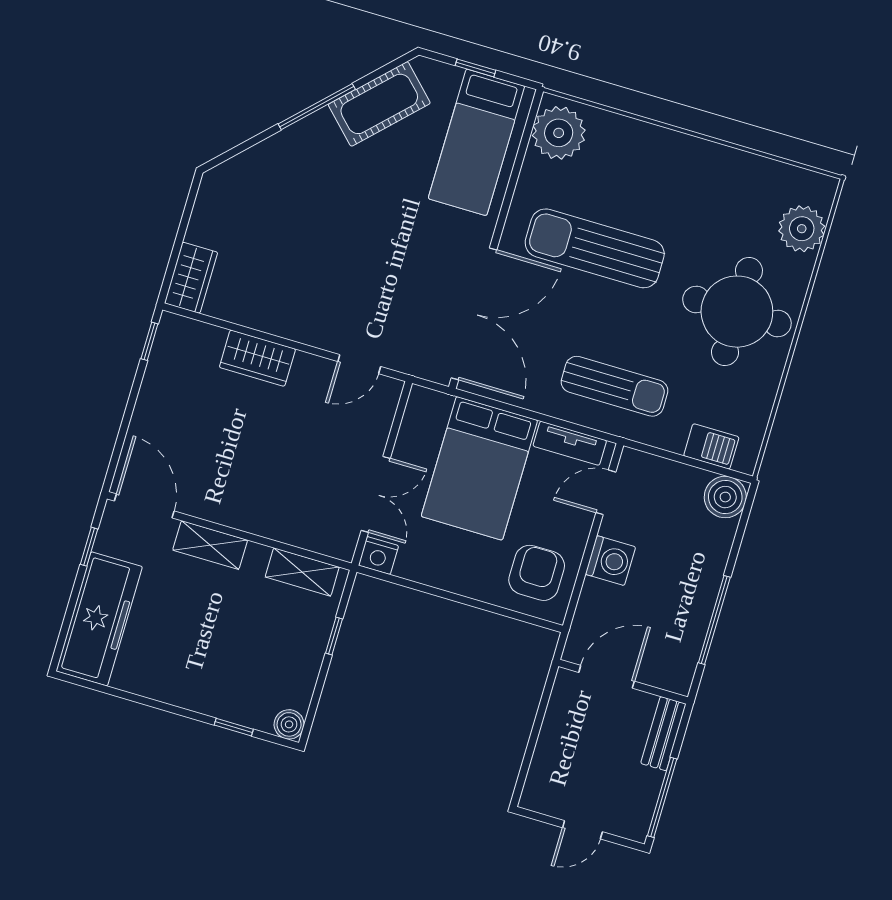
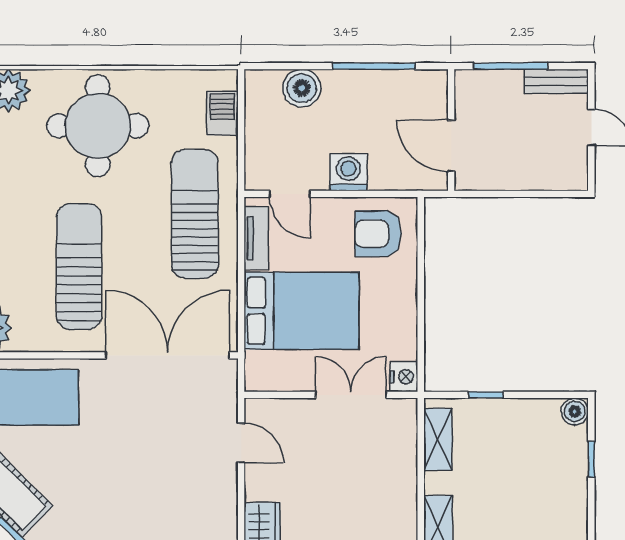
sun lounger: (595, 248) -> (79, 267), turned 180
sun lounger: (615, 386) -> (195, 214), width x1.36, depth x1.34
boiler: (725, 497) -> (302, 88), moved
bench: (663, 734) -> (556, 81), moved
window: (662, 797) -> (511, 66), moved

